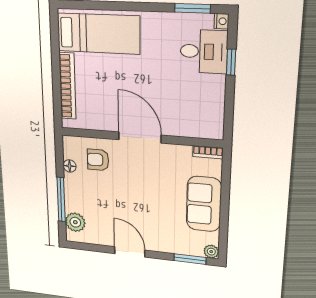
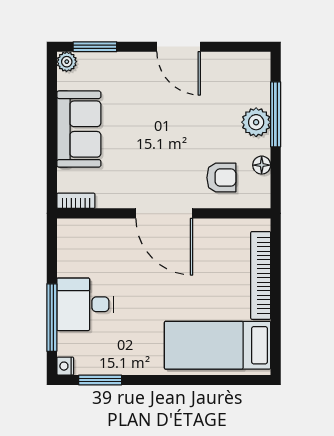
desk: (204, 52) -> (85, 304), moved
window: (231, 62) -> (52, 318), width x2.17
plant: (75, 222) -> (256, 122), moved

